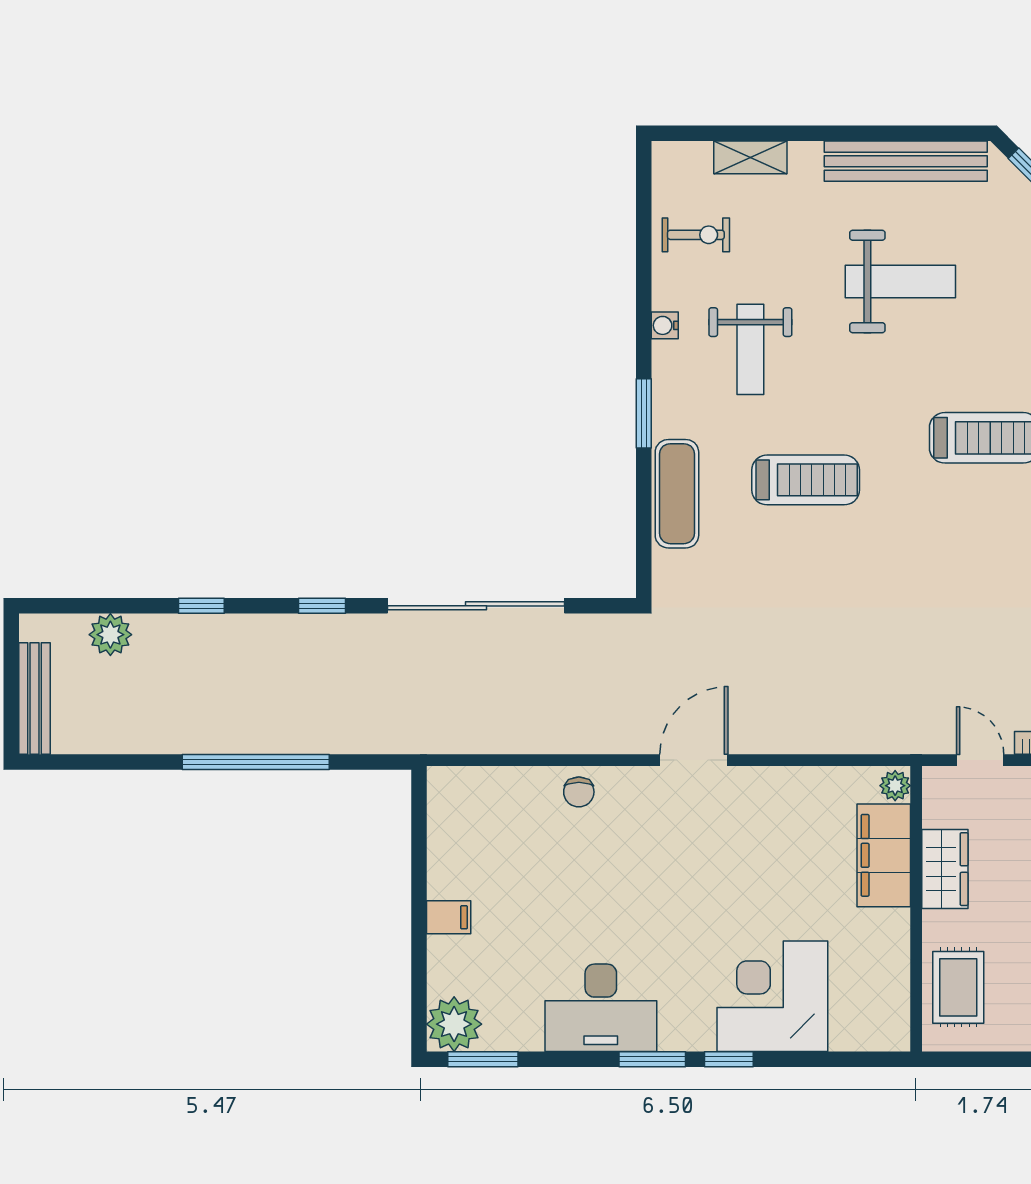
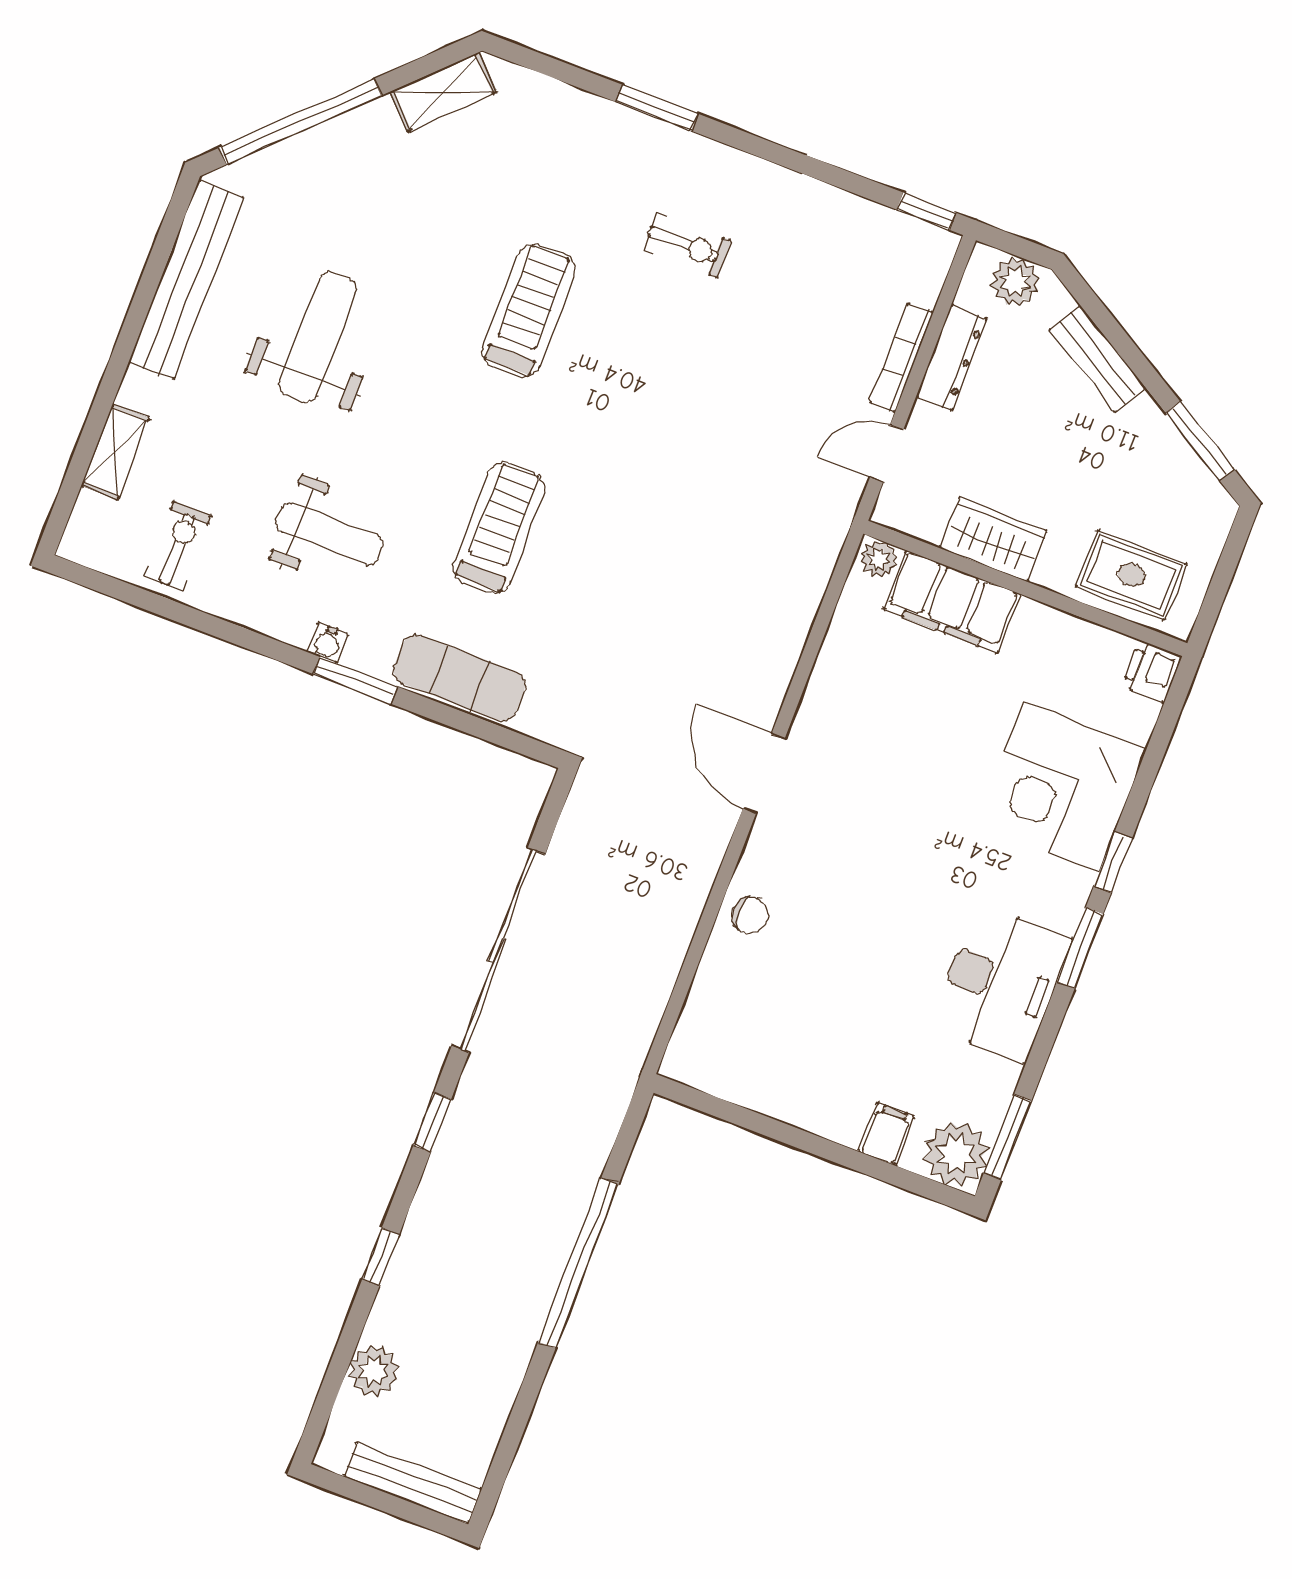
water cooler: (665, 325) -> (327, 643), moved
filing cabinet: (449, 917) -> (886, 1134), moved
printer: (889, 1032) -> (1152, 672), added

